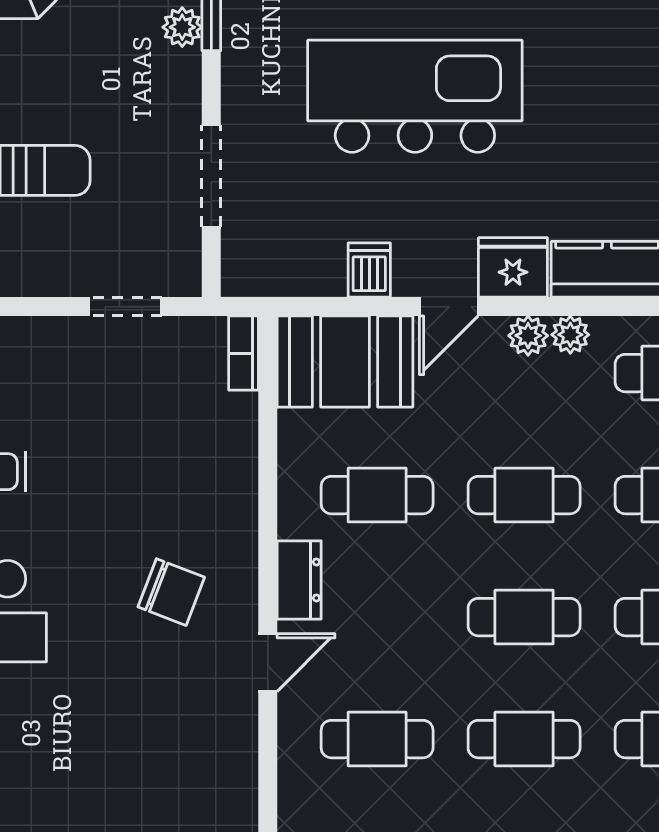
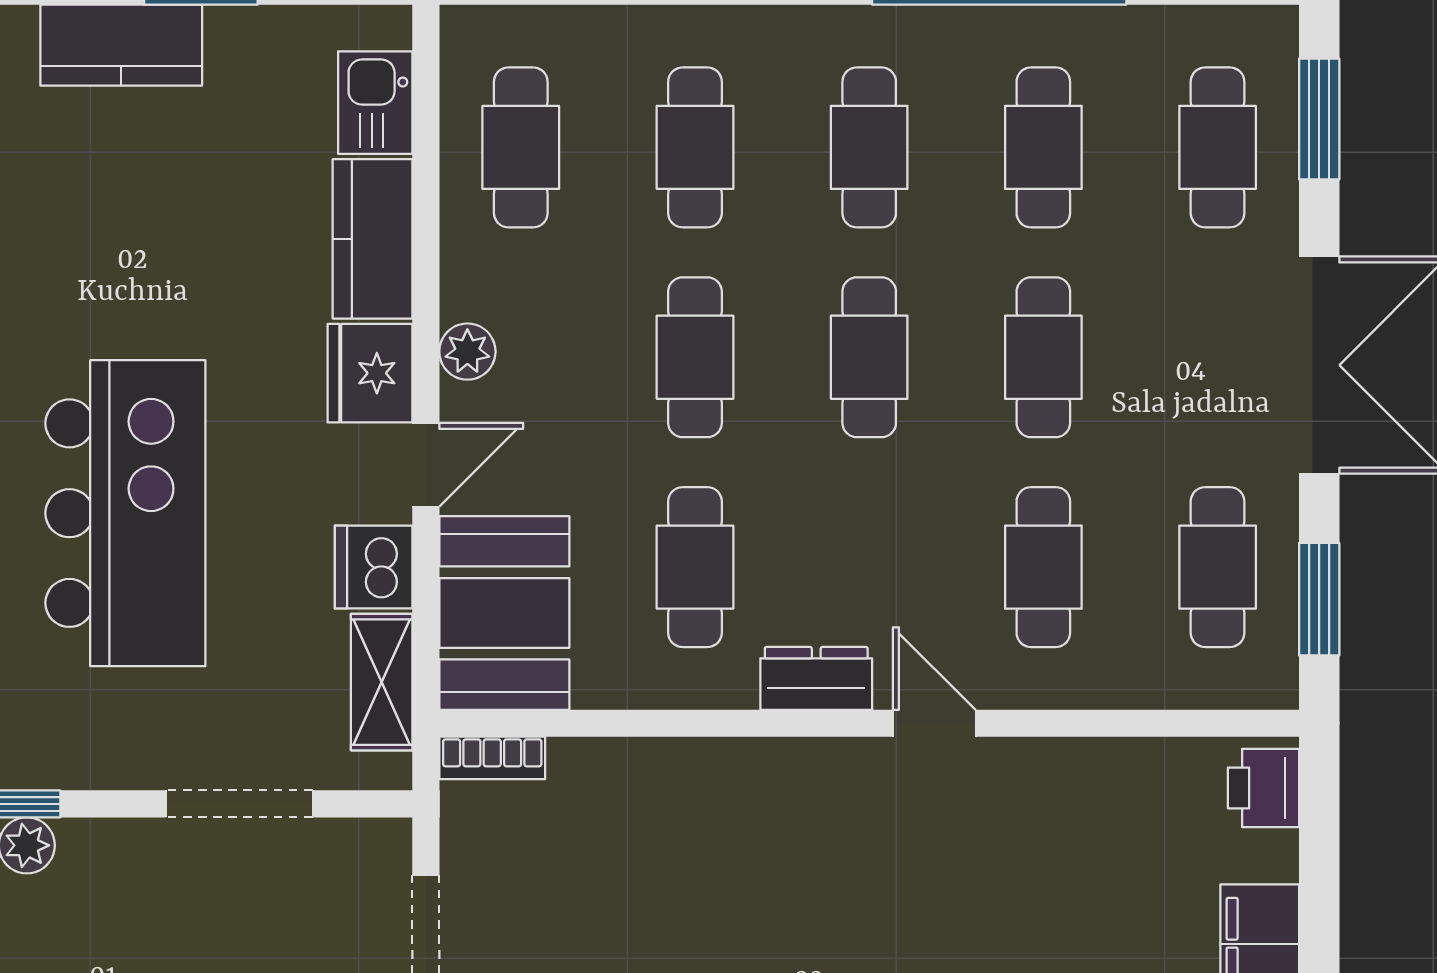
kitchen island: (415, 96) -> (125, 513), turned 180
dishwasher: (369, 270) -> (374, 567), width x1.38
shelving: (297, 276) -> (382, 682), added
door: (449, 307) -> (426, 465), hinge flipped
plant: (570, 335) -> (466, 291), removed
chair: (171, 592) -> (833, 861), removed

